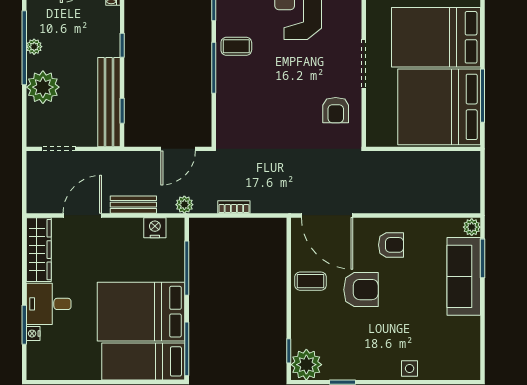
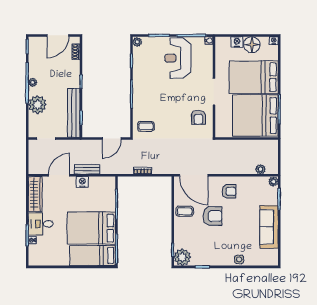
coffee table: (236, 46) -> (146, 126), moved
plant: (184, 205) -> (261, 169), moved
nightstand: (155, 228) -> (82, 182), moved
sofa: (464, 276) -> (269, 227), moved

